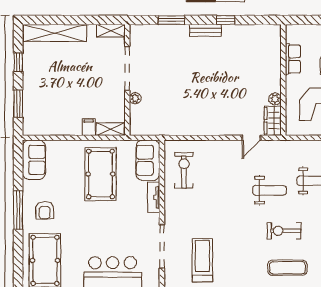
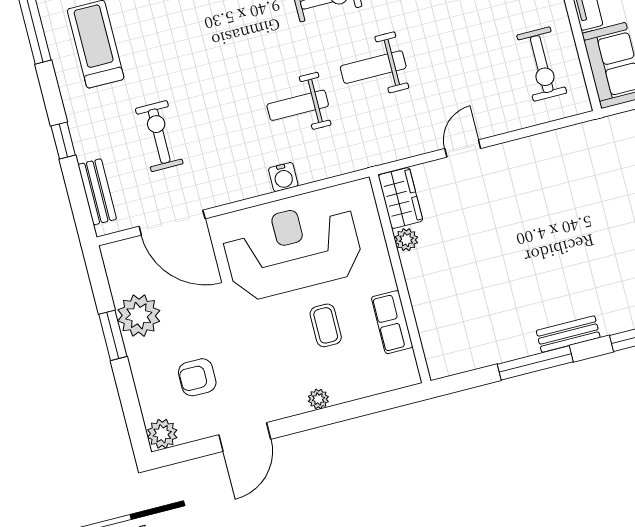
window: (226, 20) -> (535, 363), width x2.17
door: (251, 138) -> (463, 148), moved

